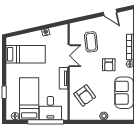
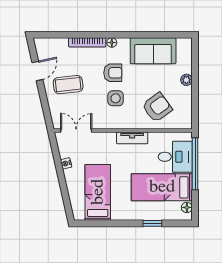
coffee table: (91, 42) -> (68, 85), moved
double door: (69, 56) -> (76, 131), moved
side table: (91, 67) -> (116, 98), added

